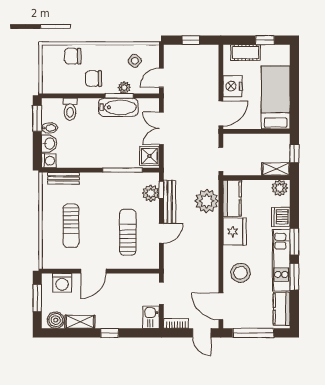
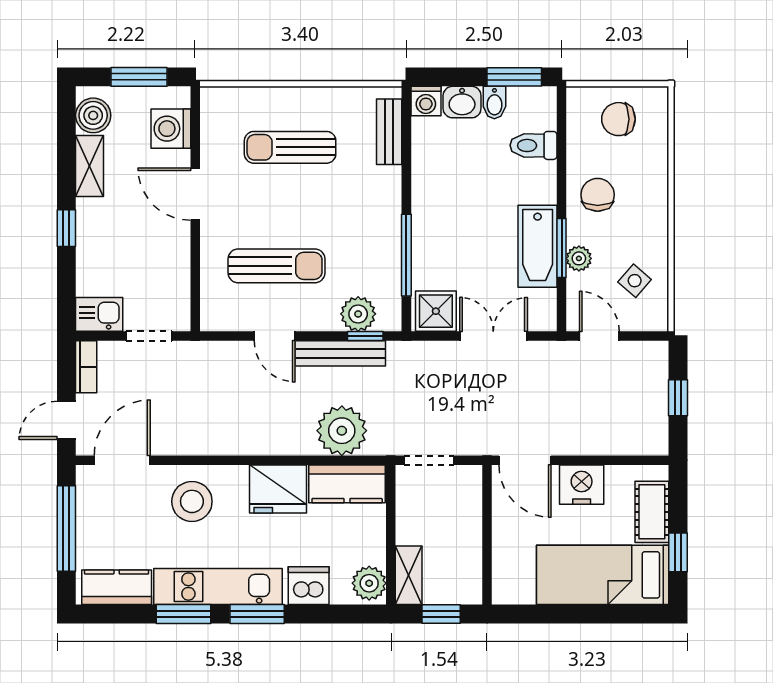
chair: (73, 56) -> (618, 119), moved, turned -90
bed: (276, 98) -> (603, 575), moved, turned 180

